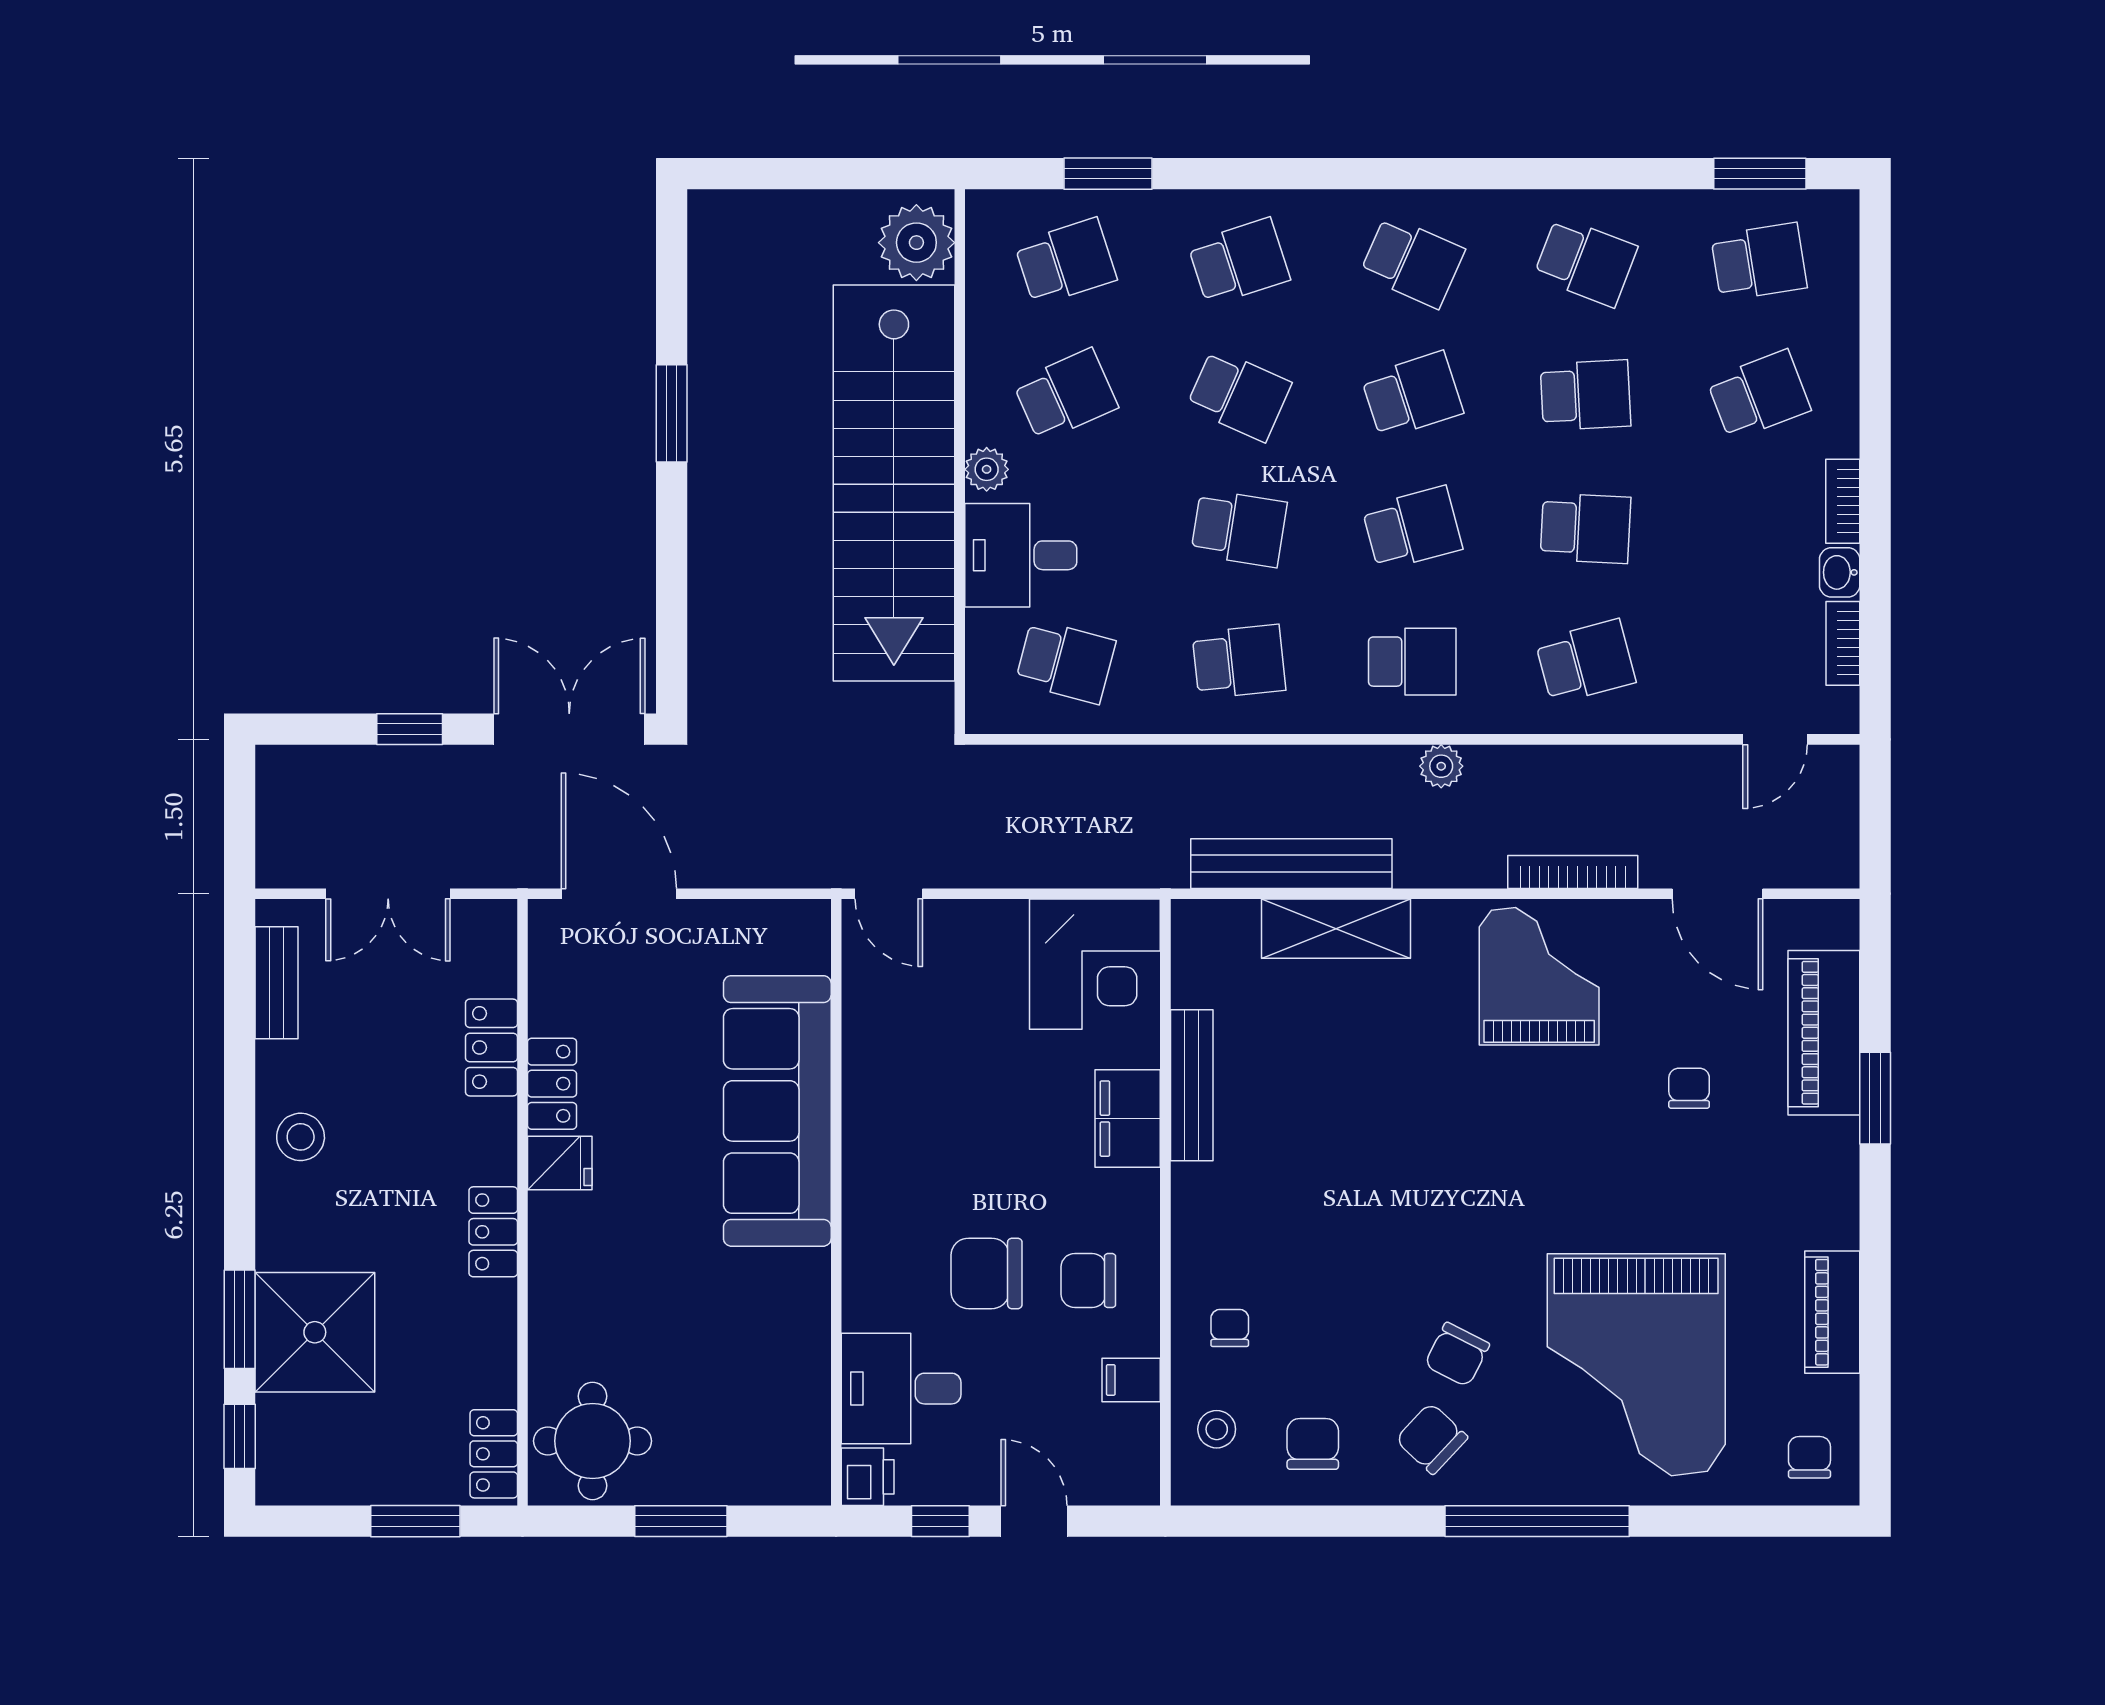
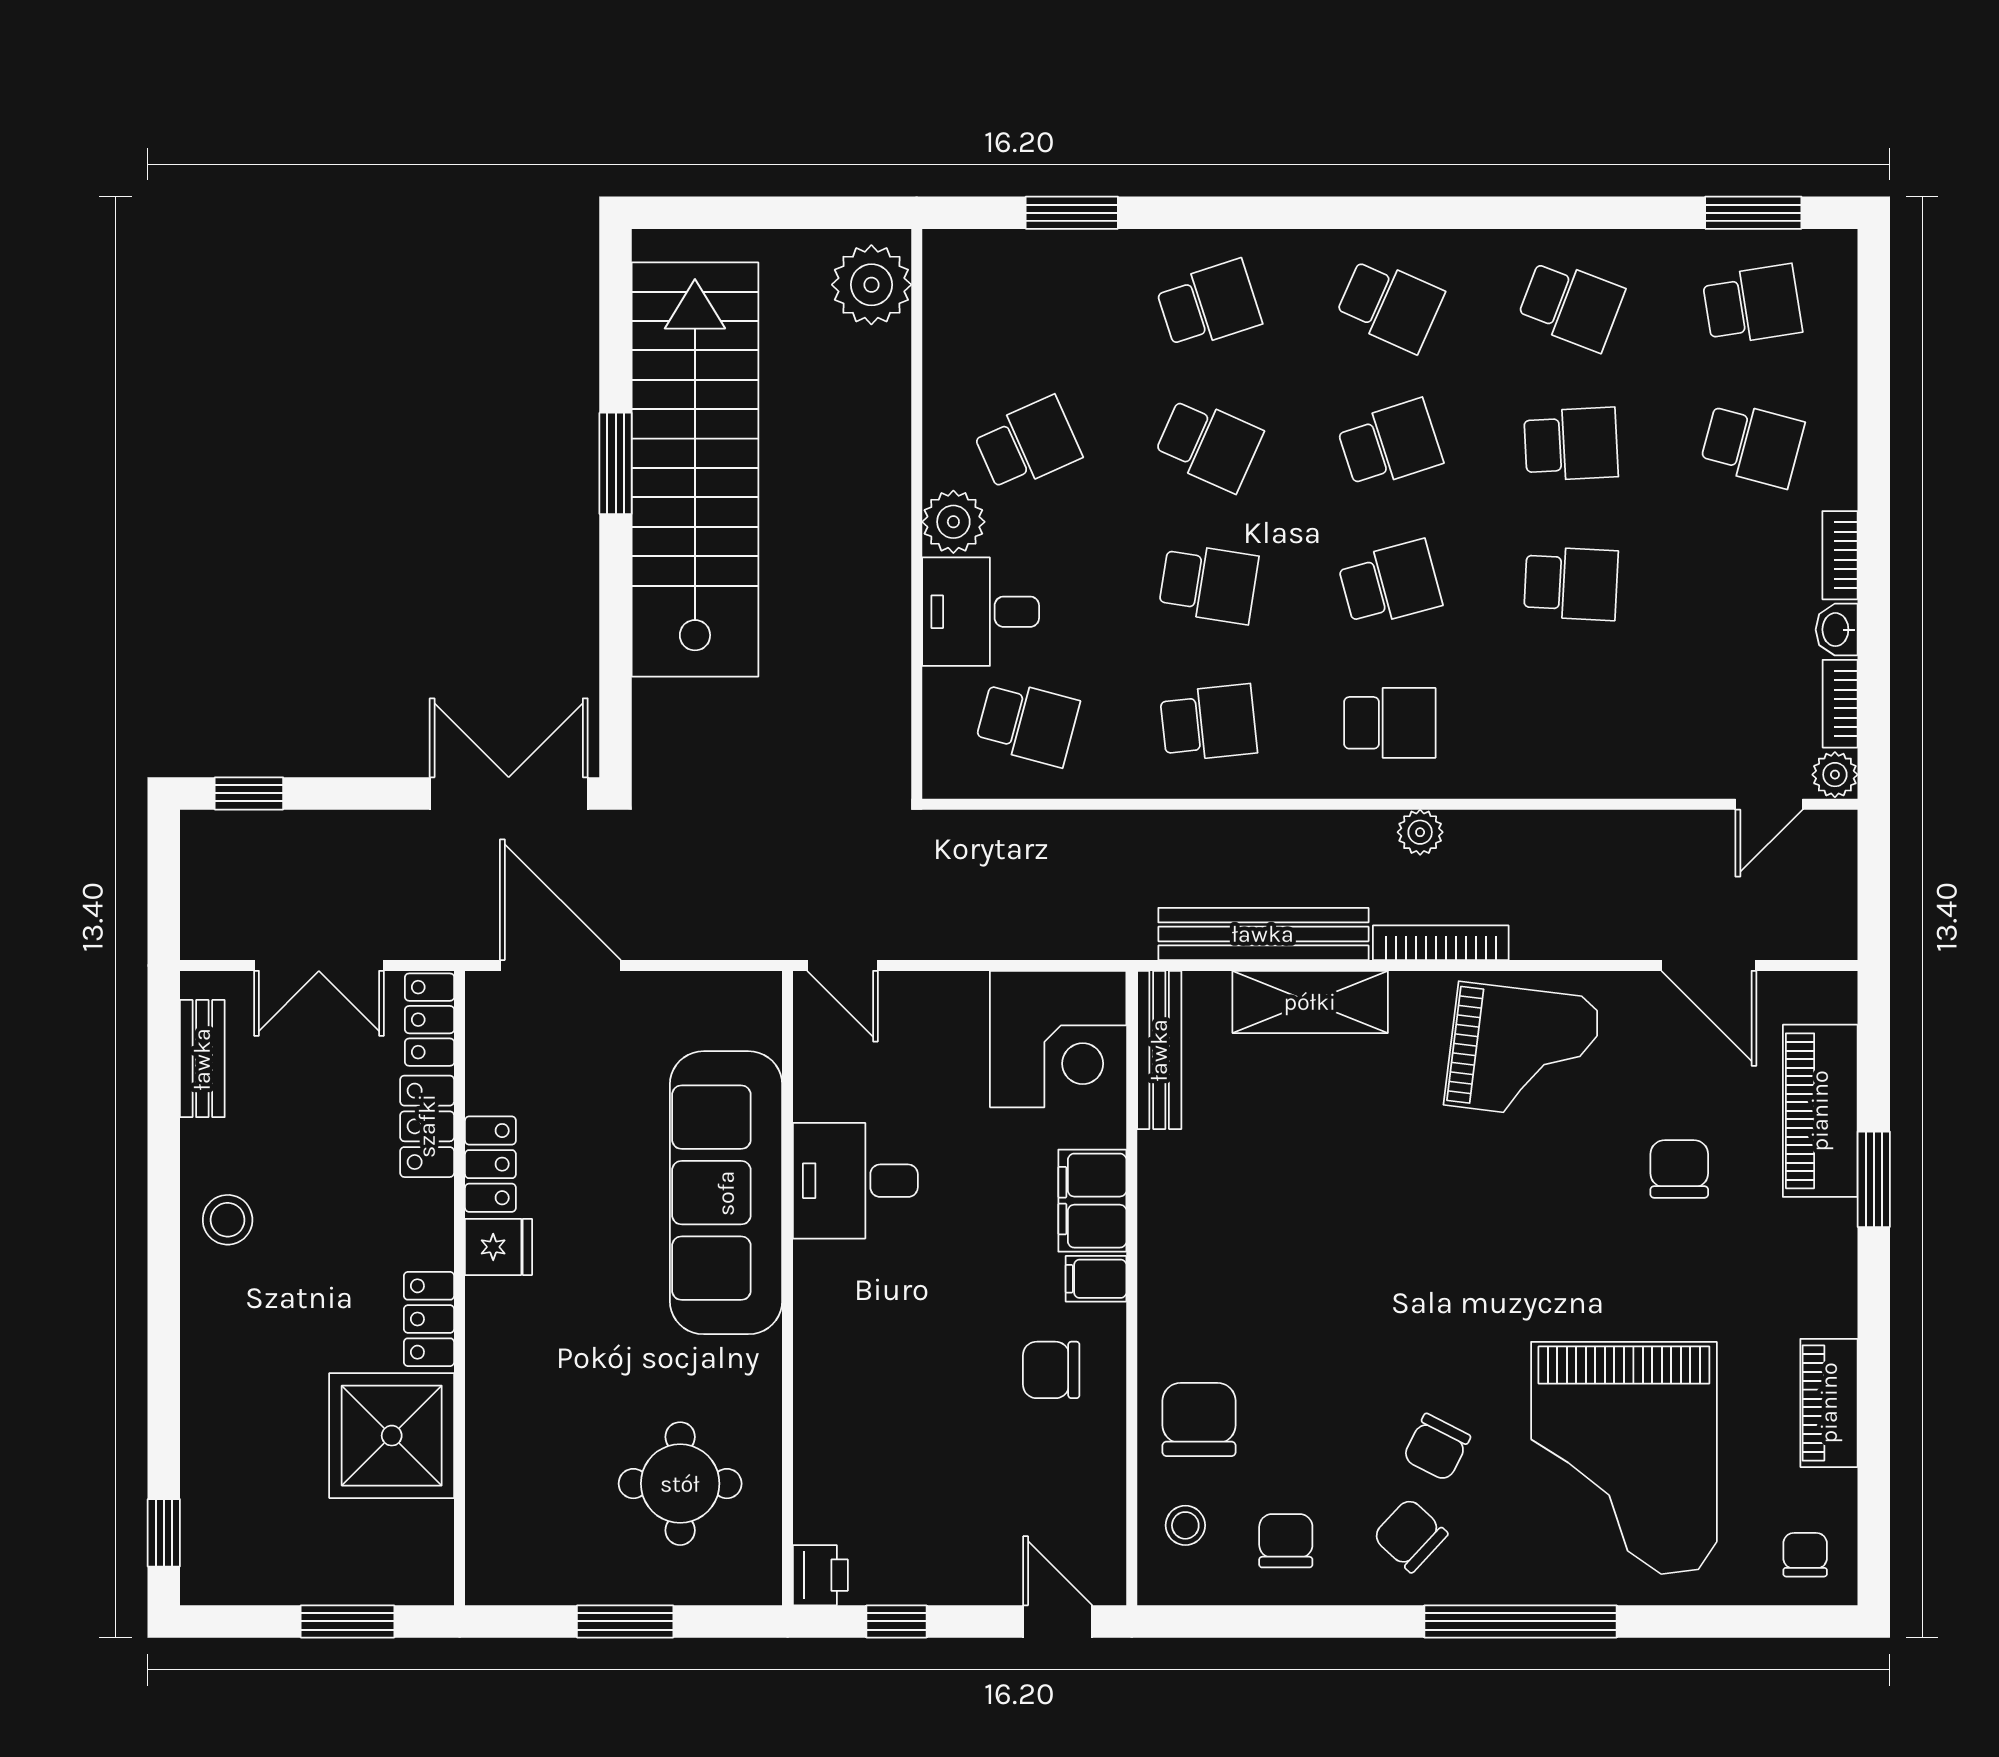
school desk: (1066, 262) -> (1027, 305), removed
school desk: (1759, 395) -> (1752, 444), turned 36
plant: (987, 469) -> (953, 522), width x1.38, depth x1.38
stairs: (894, 483) -> (695, 469), moved, turned 180
school desk: (1586, 662) -> (1571, 723), removed
plant: (1838, 711) -> (1835, 775), added
window: (410, 729) -> (249, 793), moved
bookcase: (1573, 872) -> (1441, 943), moved
grand piano: (1539, 976) -> (1522, 1052), turned 97
bench: (1192, 1085) -> (1159, 1050), moved
chair: (1689, 1088) -> (1679, 1169), width x1.37, depth x1.37
chair: (987, 1273) -> (945, 1363), removed
window: (240, 1319) -> (164, 1410), removed
chair: (1230, 1328) -> (1199, 1420), width x1.87, depth x1.87
shower: (315, 1332) -> (392, 1436), moved
filing cabinet: (1131, 1380) -> (1096, 1279), moved
desk: (901, 1389) -> (855, 1181), moved
round table: (593, 1441) -> (680, 1484), moved
locker: (494, 1454) -> (430, 1020), moved
door: (1034, 1521) -> (1058, 1621), moved

